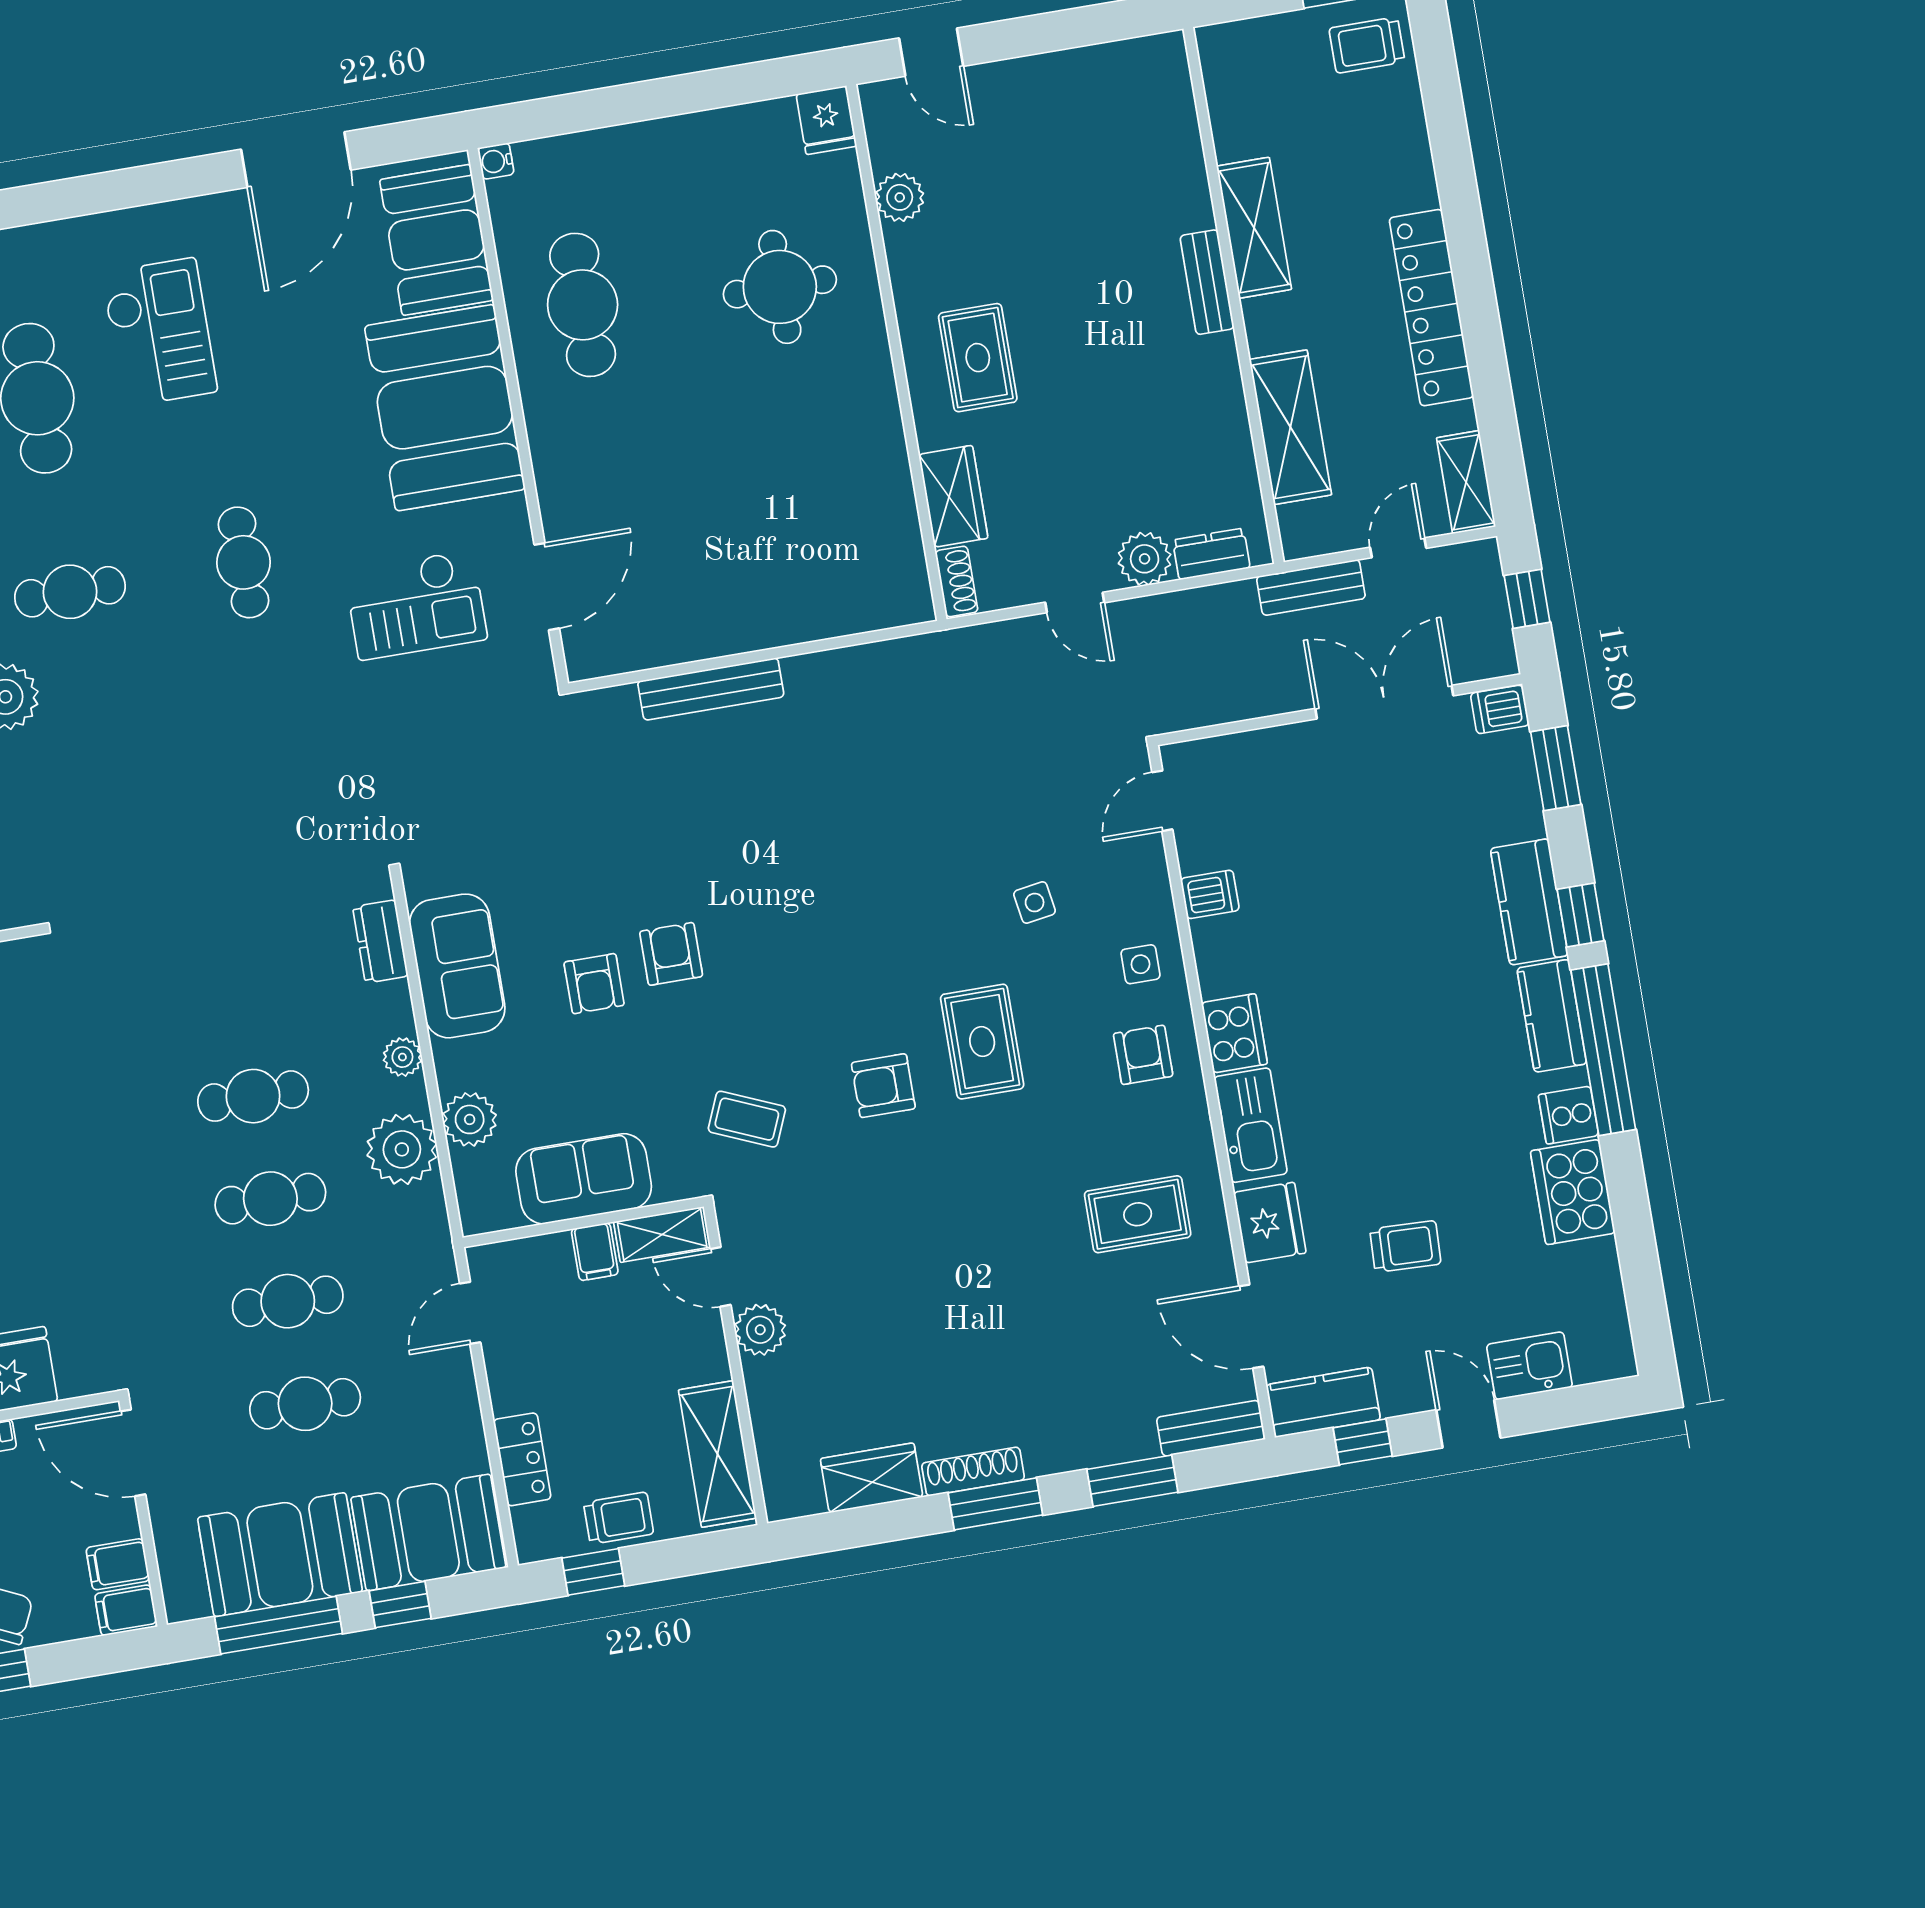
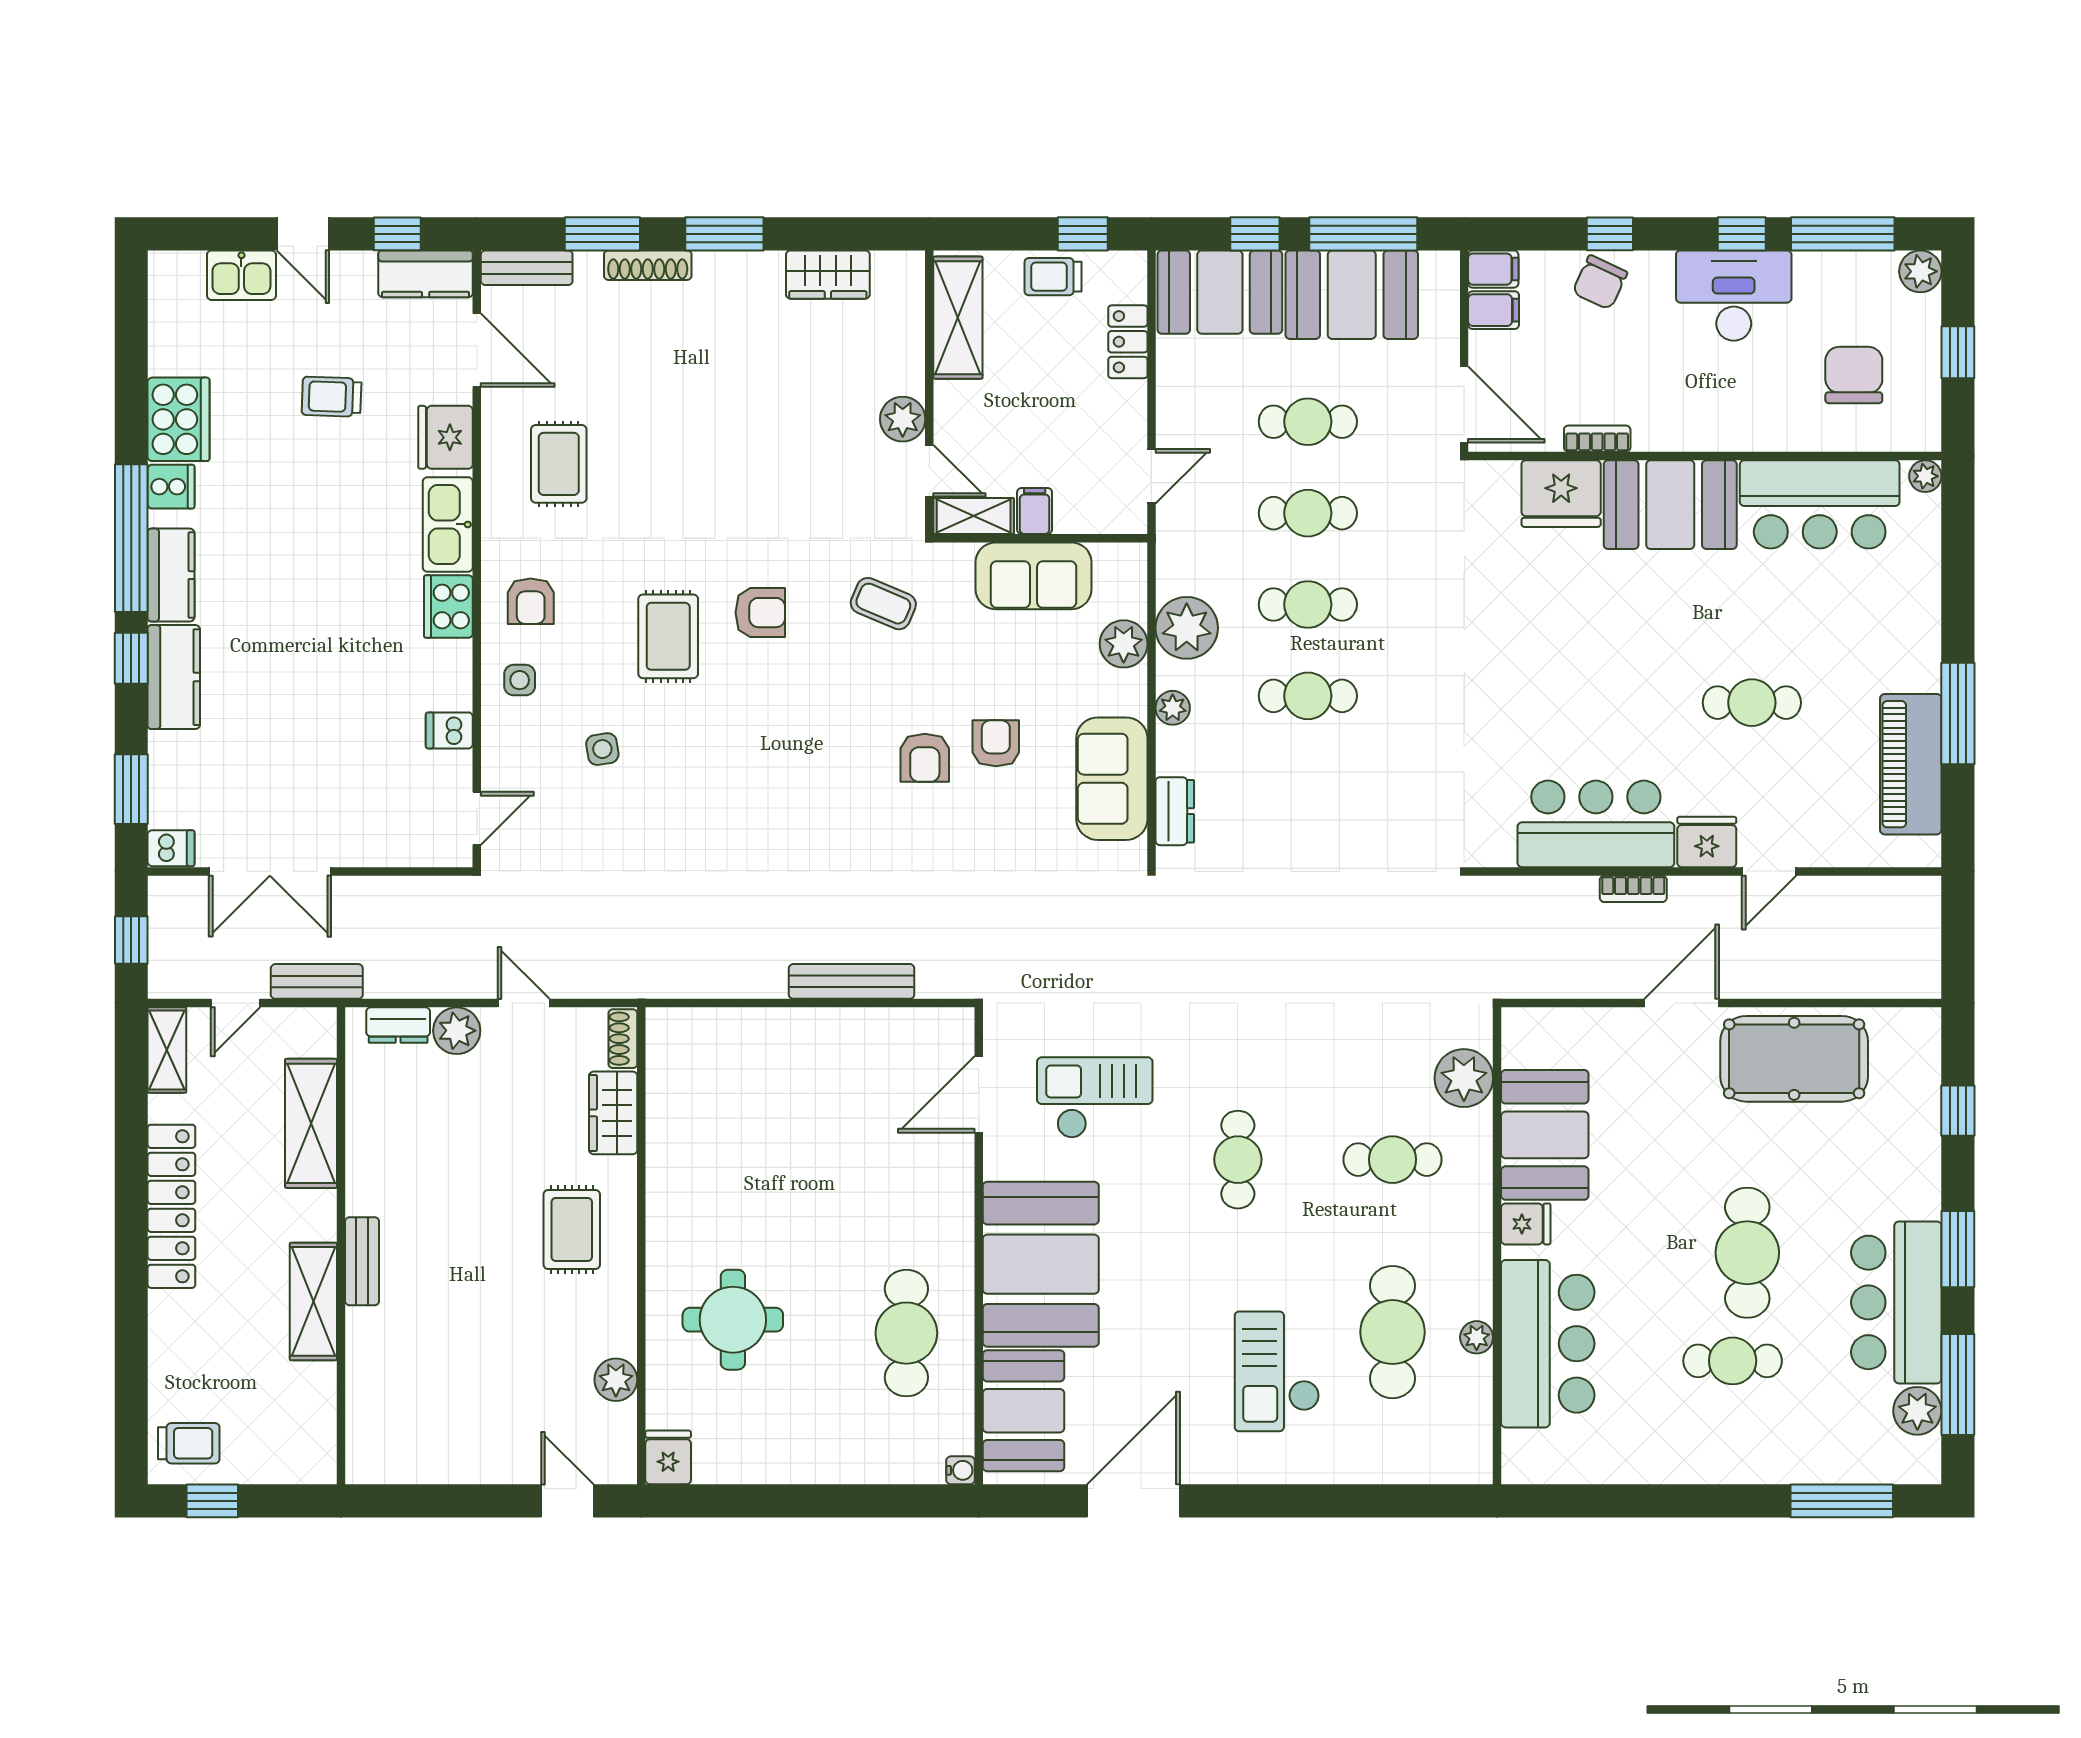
rug: (1138, 1214) -> (559, 464), turned 90
shoe rack: (973, 1472) -> (648, 265), moved

